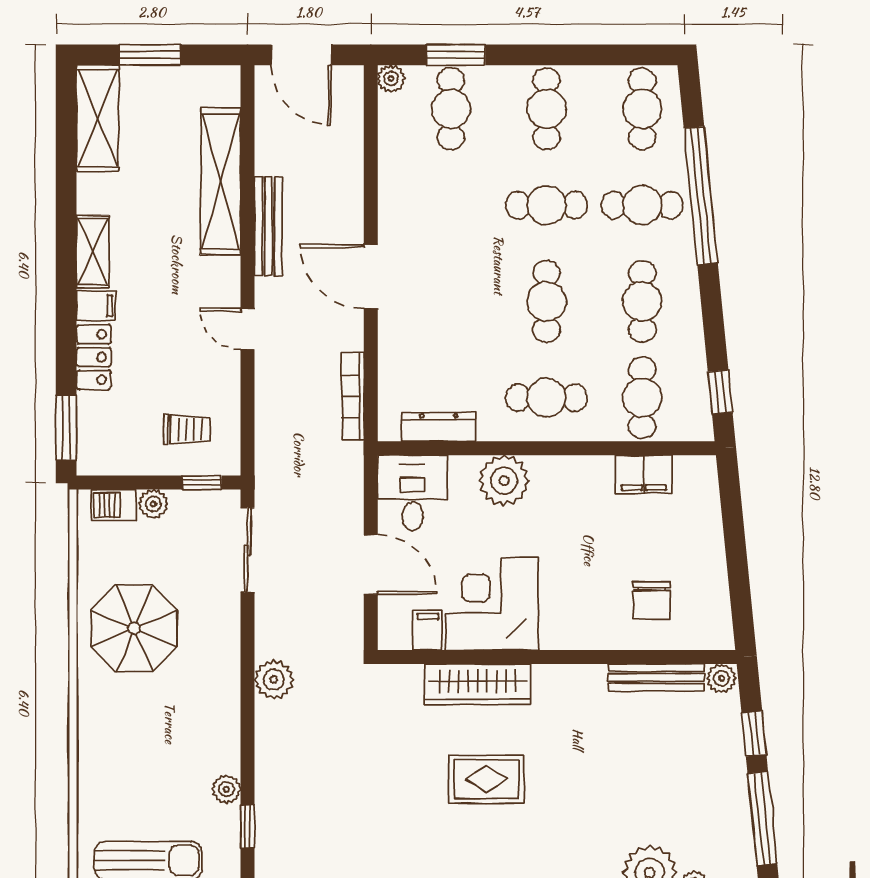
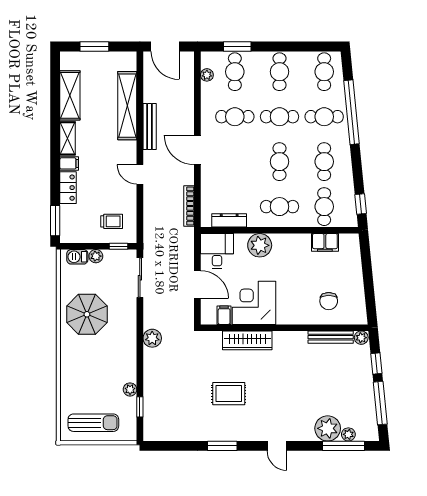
plant: (391, 79) -> (207, 75), moved
shelving: (98, 118) -> (70, 95), moved
cafe table: (451, 205) -> (235, 117), added
rug: (486, 779) -> (229, 394), moved

